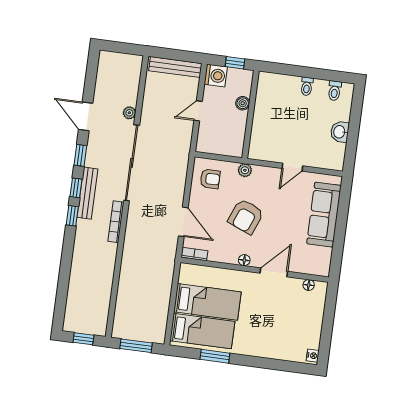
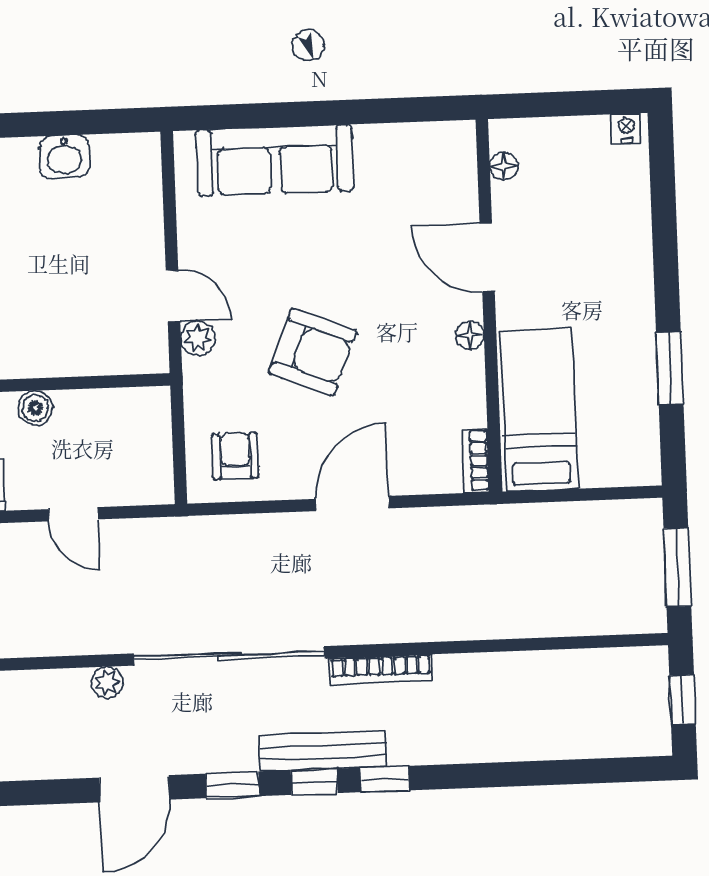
door: (292, 167) -> (173, 296), moved
plant: (245, 170) -> (198, 338), moved
bookcase: (194, 254) -> (476, 461), moved
floor lamp: (244, 260) -> (470, 335), moved
wall: (255, 270) -> (489, 306), moved
door: (274, 272) -> (487, 257), moved
floor lamp: (309, 285) -> (504, 166), moved
bed: (202, 331) -> (613, 410), removed

